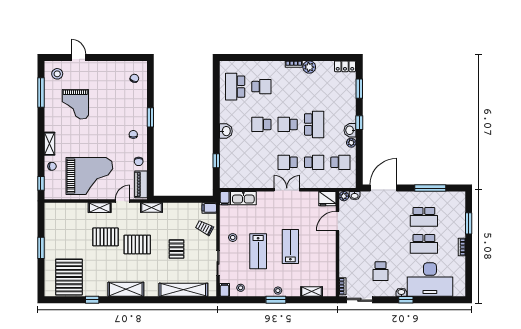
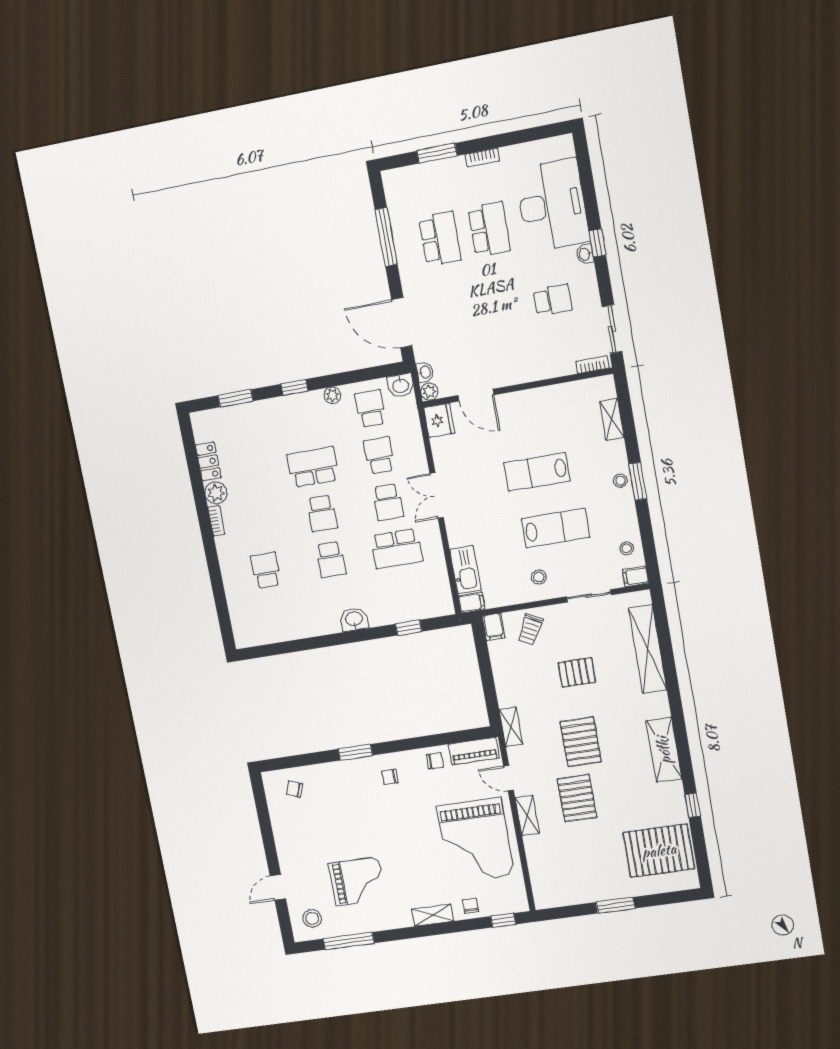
locker: (345, 66) -> (208, 461), moved
school desk: (235, 87) -> (397, 548), moved
washbasin: (350, 130) -> (401, 385), moved
grand piano: (89, 176) -> (476, 841), turned 180

